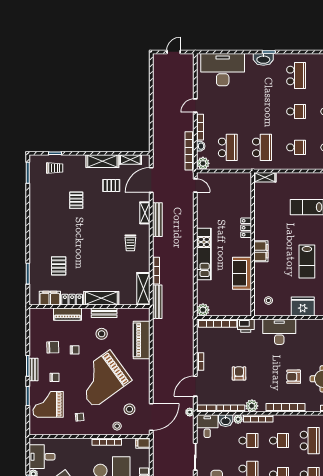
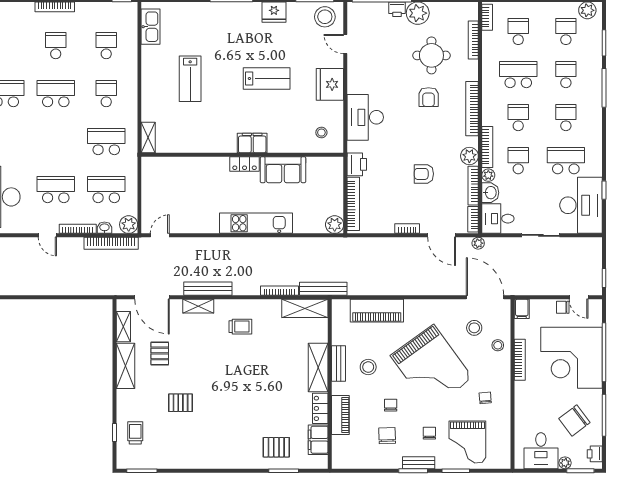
school desk: (228, 111) -> (56, 190), added
school desk: (296, 111) -> (56, 94), width x1.85
locker: (246, 228) -> (245, 164), moved
pallet: (59, 266) -> (276, 447), moved

